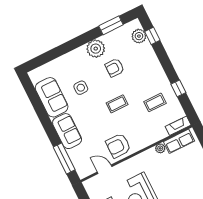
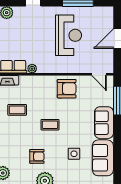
door: (105, 169) -> (99, 74), moved

